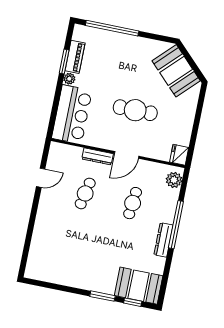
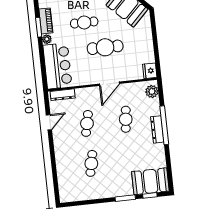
cafe table: (120, 73) -> (84, 22), added
dresser: (97, 156) -> (63, 95), moved
dresser: (163, 240) -> (157, 129), moved
cafe table: (75, 242) -> (91, 163), added

